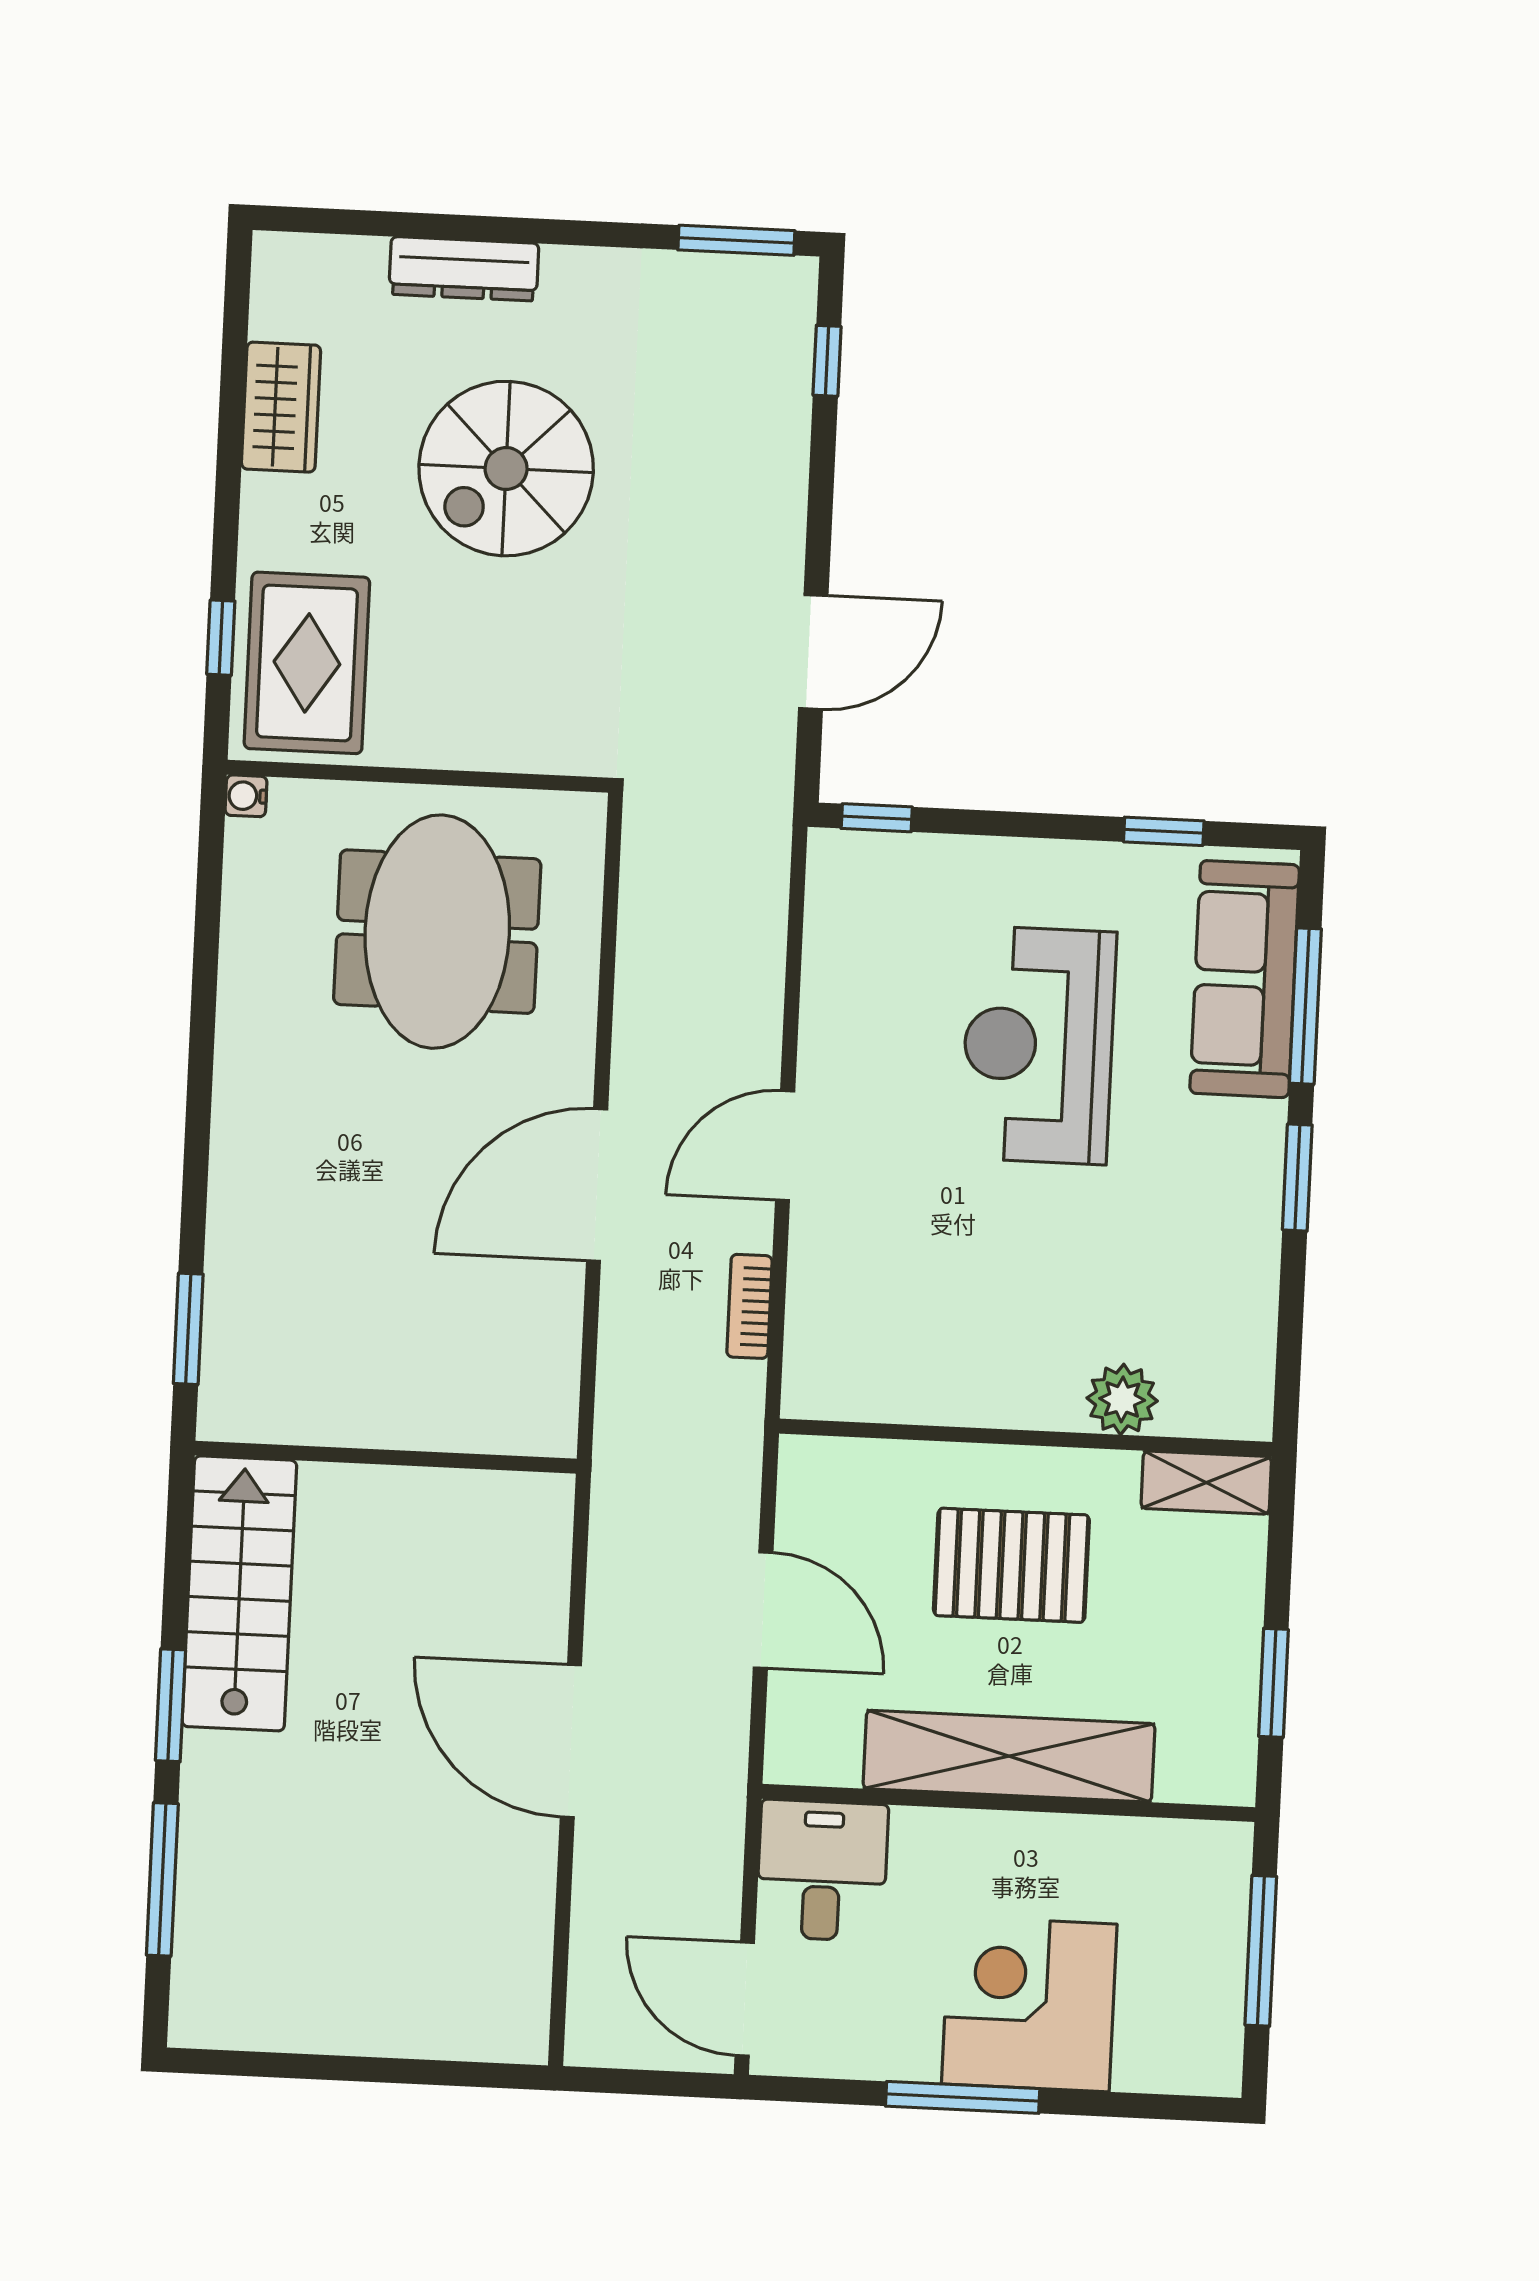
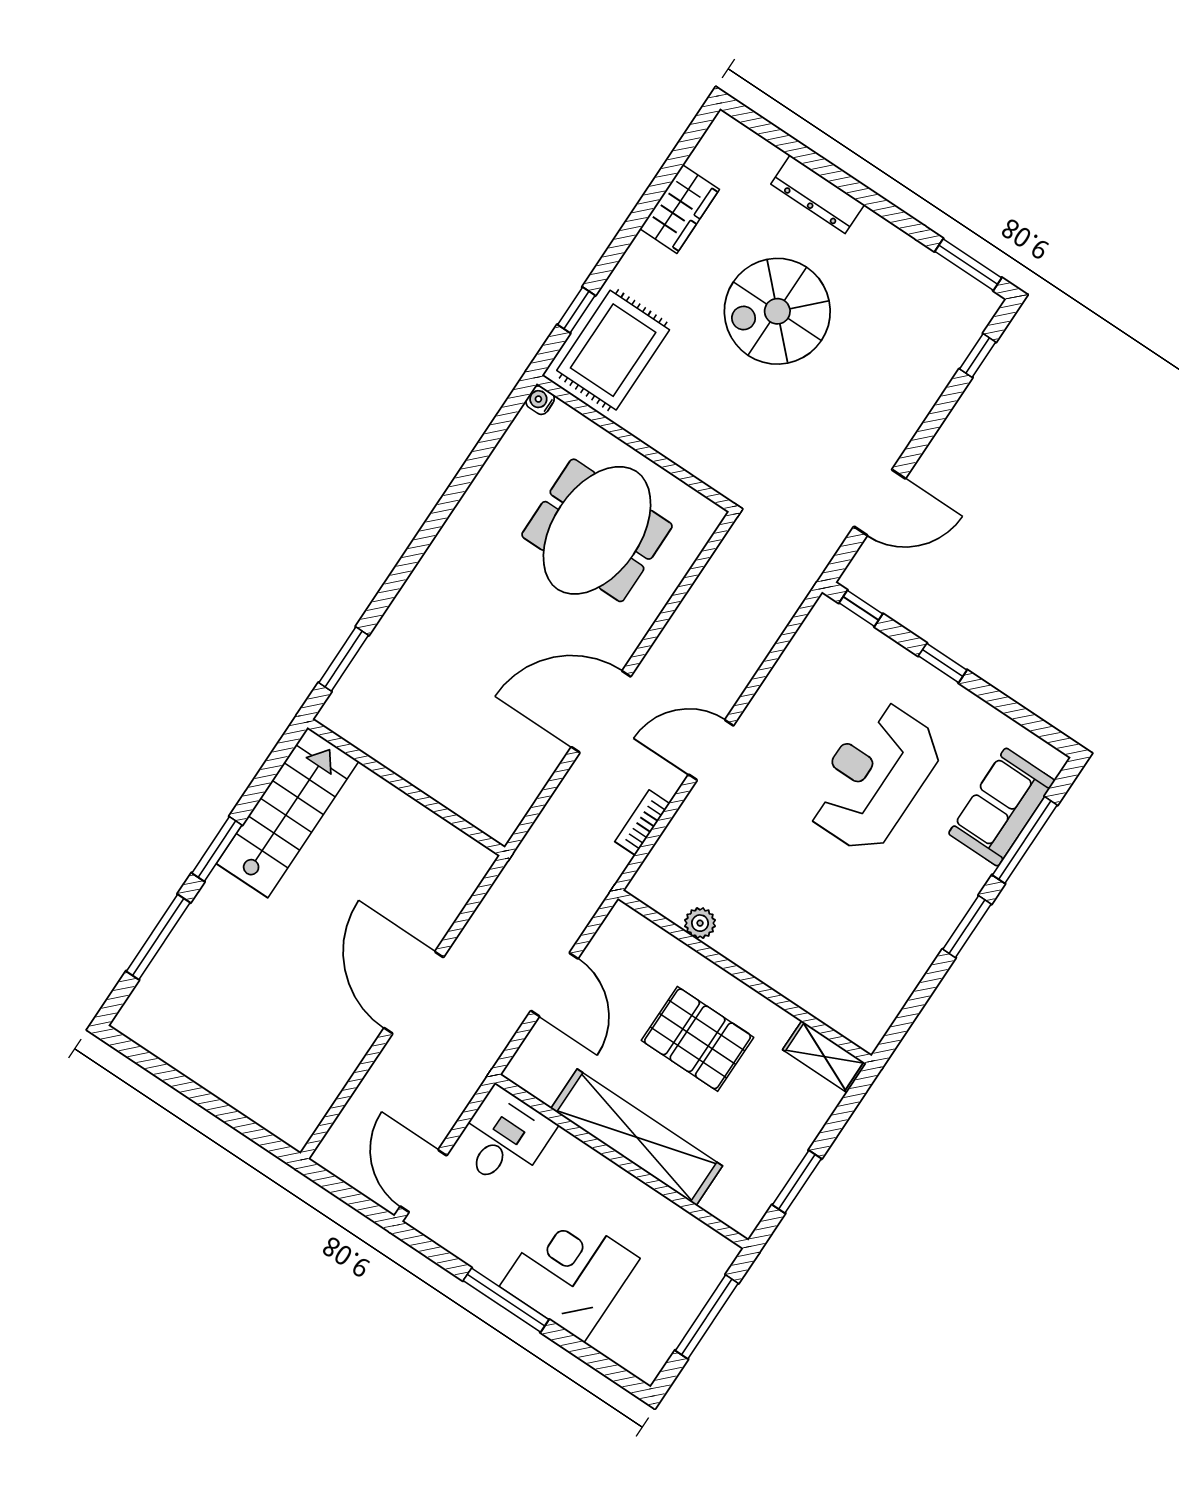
window: (1164, 831) -> (943, 663), moved
sofa: (1245, 979) -> (1002, 807), width x0.73
plant: (1122, 1399) -> (700, 923), moved, width x0.73, depth x0.73

